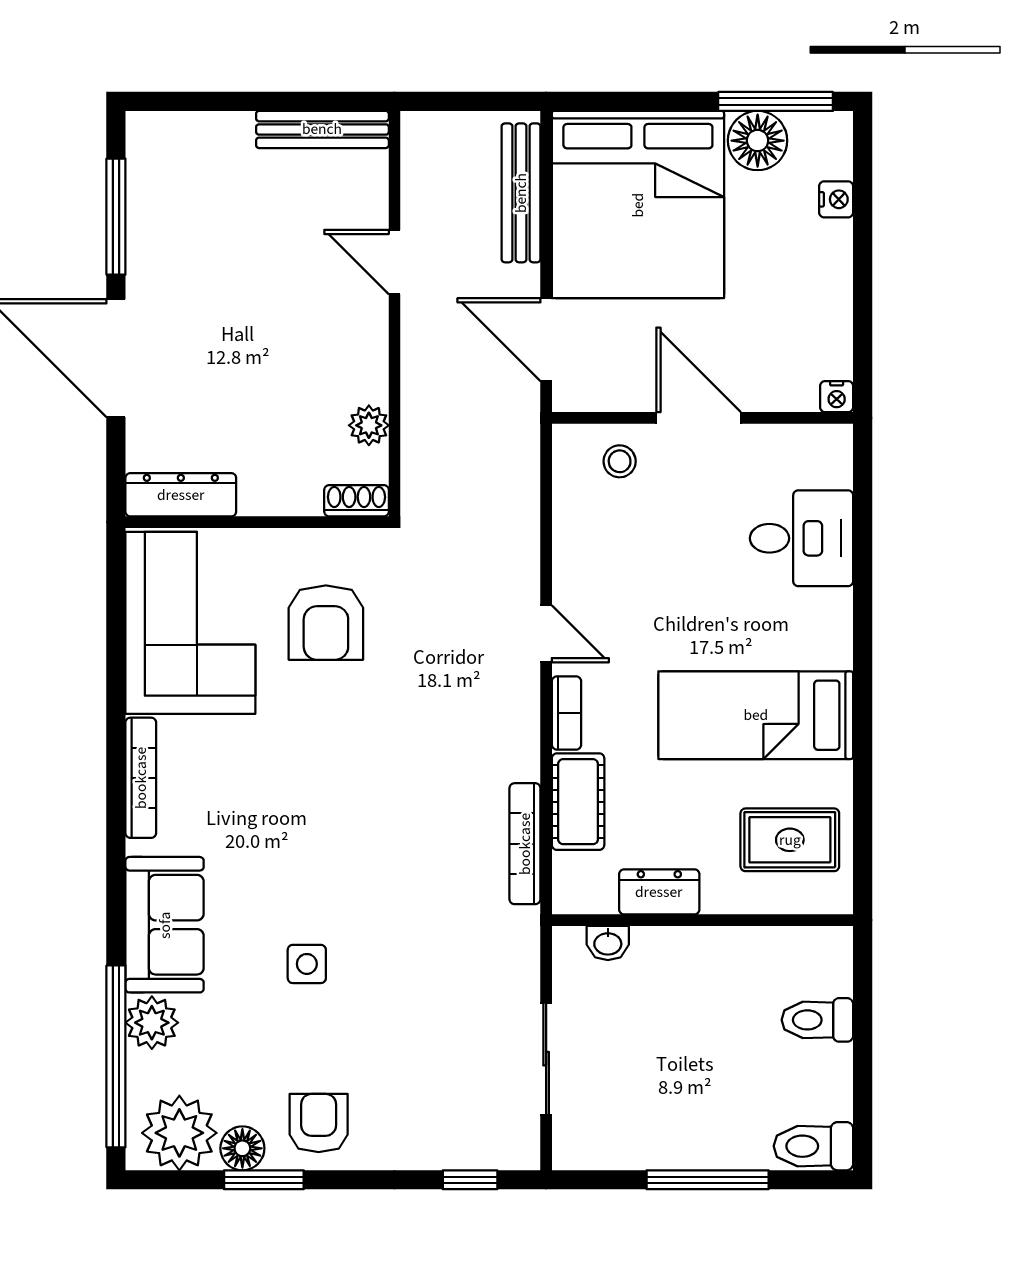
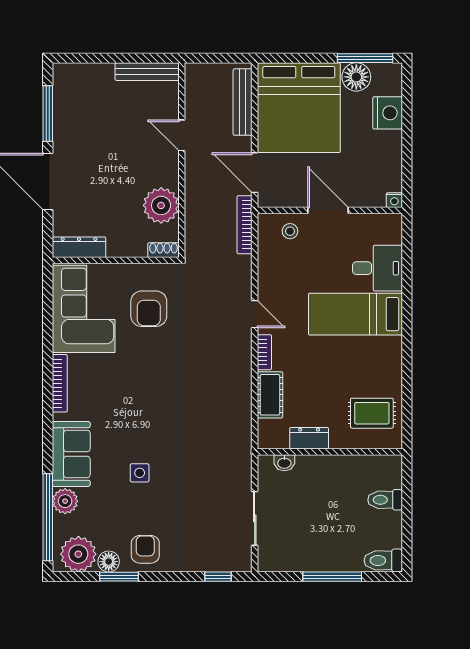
nightstand: (836, 199) -> (388, 113), width x1.89, depth x1.79
plant: (369, 425) -> (161, 205), width x1.88, depth x1.88
bed: (756, 715) -> (355, 314), moved
bookcase: (525, 844) -> (244, 225), moved

